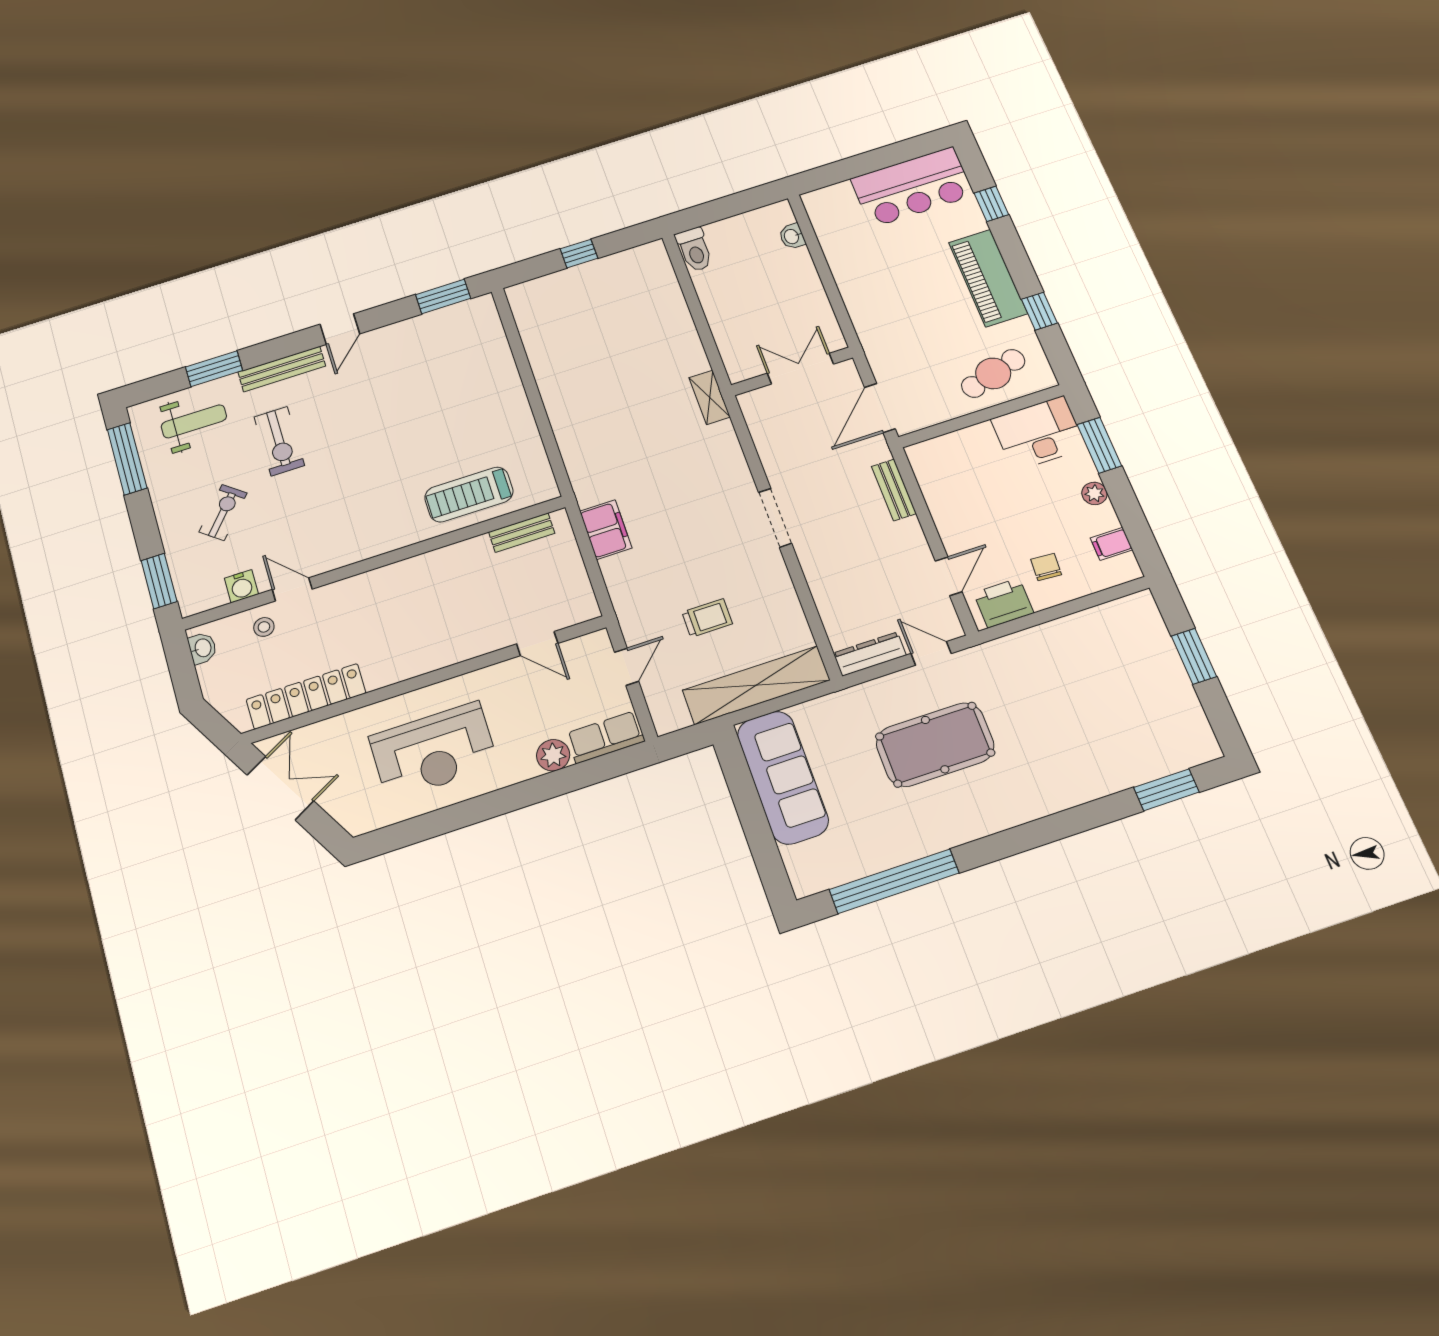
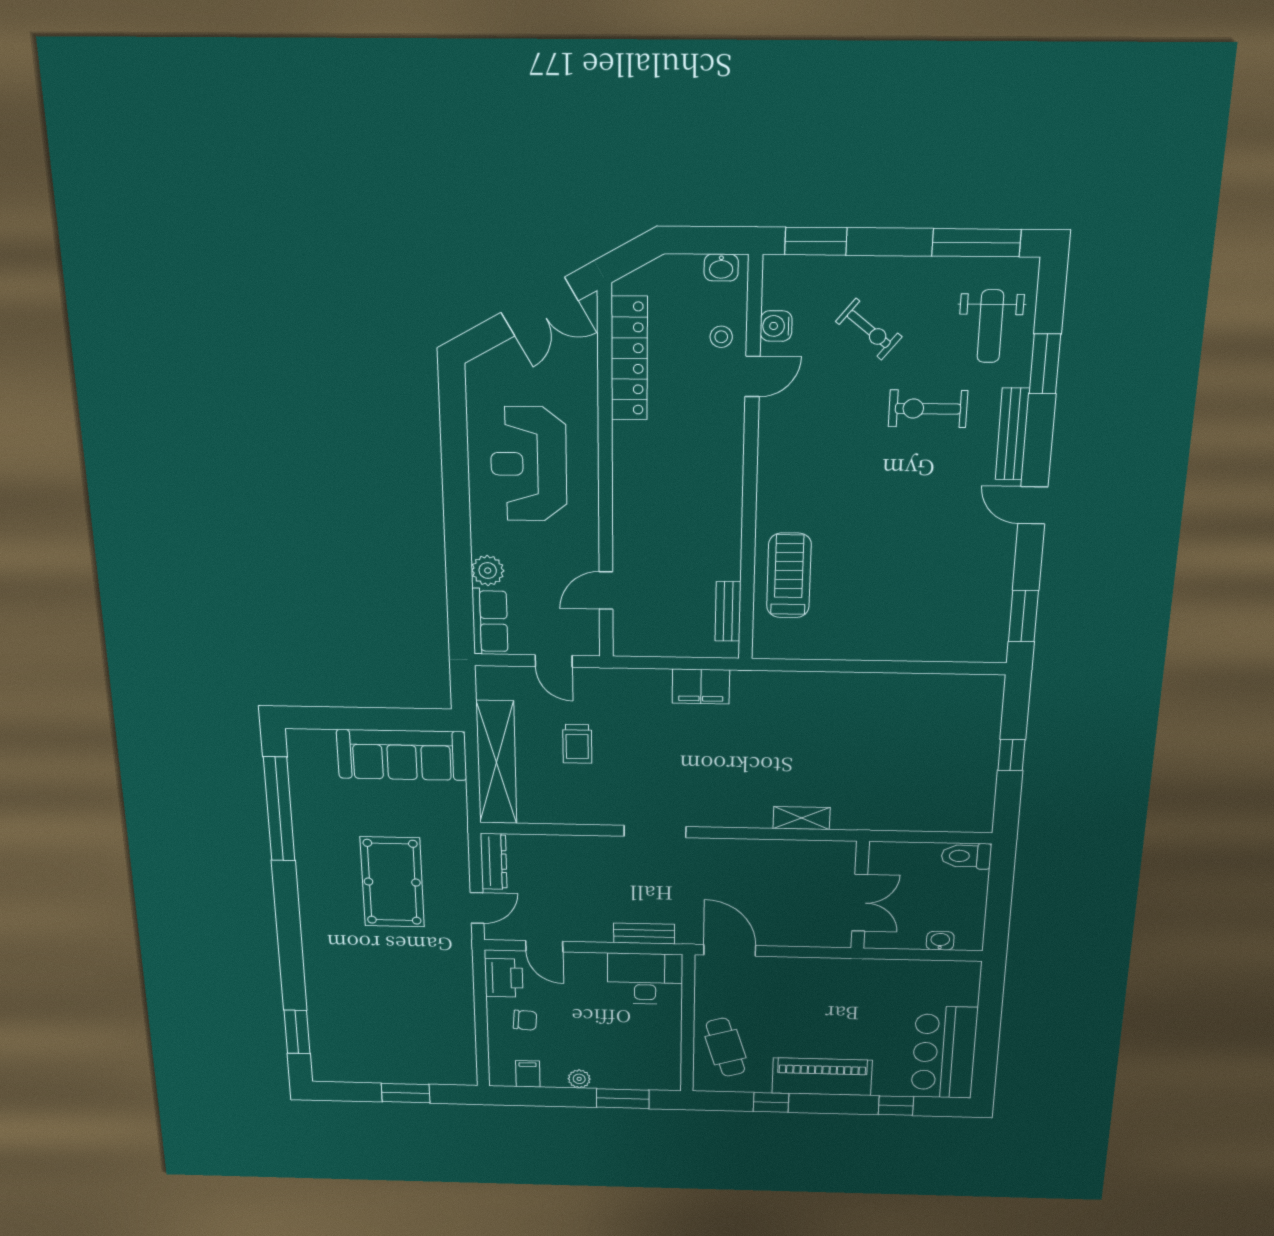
double door: (800, 369) -> (860, 903), moved
wall: (792, 371) -> (860, 895), moved
desk: (1039, 433) -> (645, 979), moved, turned -90

